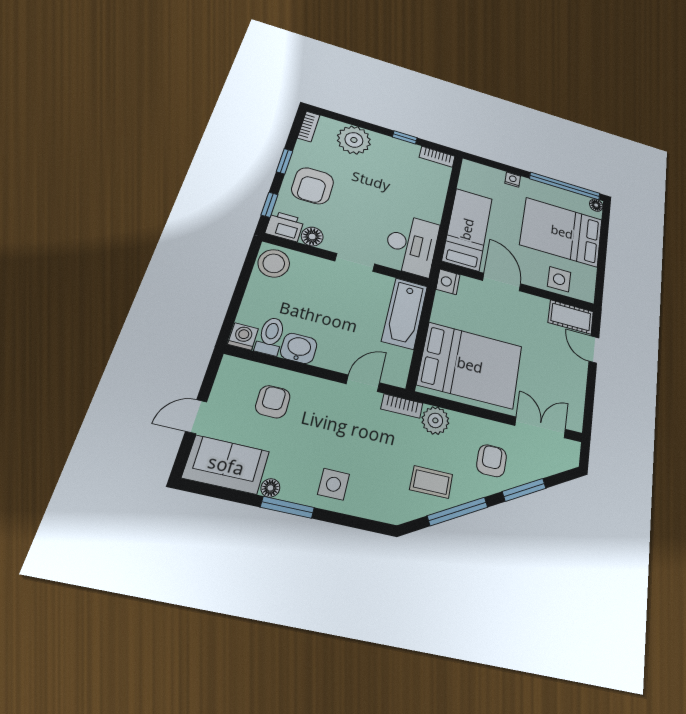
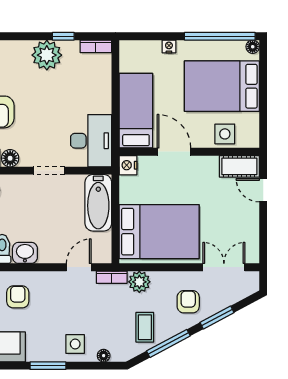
plant: (354, 140) -> (47, 55), moved
coffee table: (431, 482) -> (145, 327), turned 90
floor lamp: (270, 488) -> (104, 356), moved

